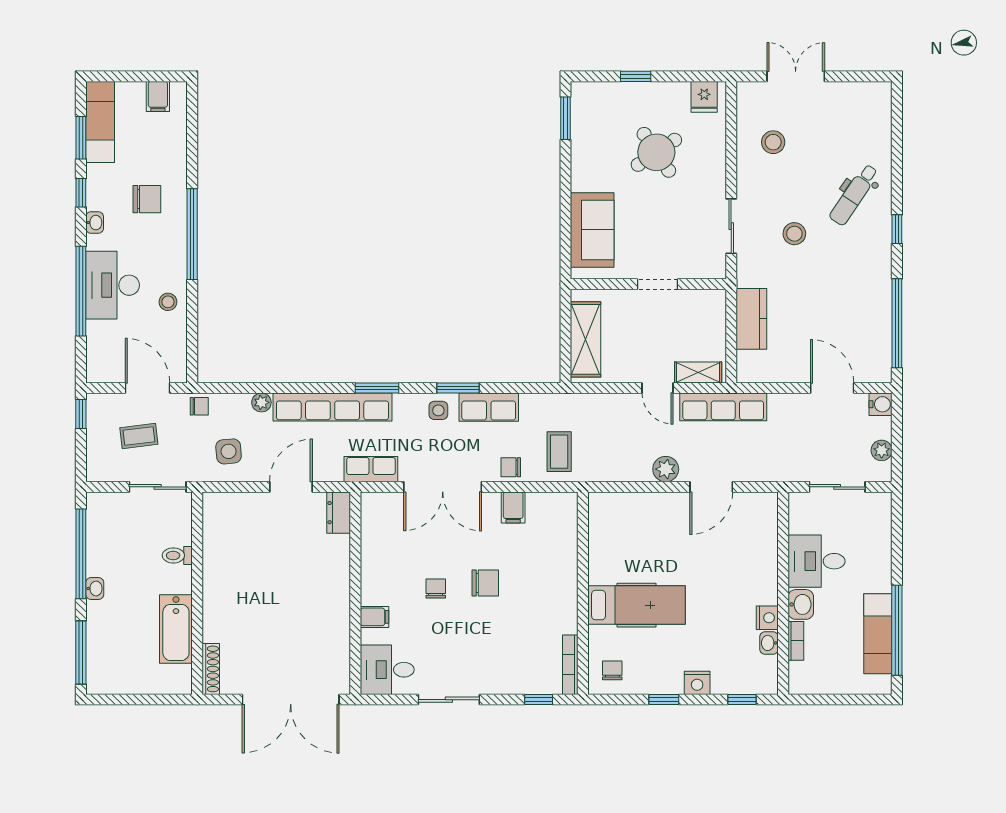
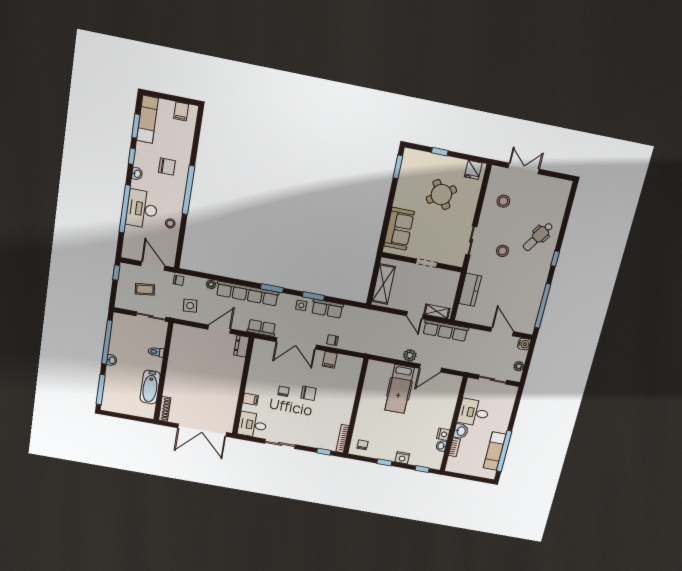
coffee table: (559, 452) -> (358, 337), removed
hospital bed: (637, 605) -> (400, 389), moved, turned 90

